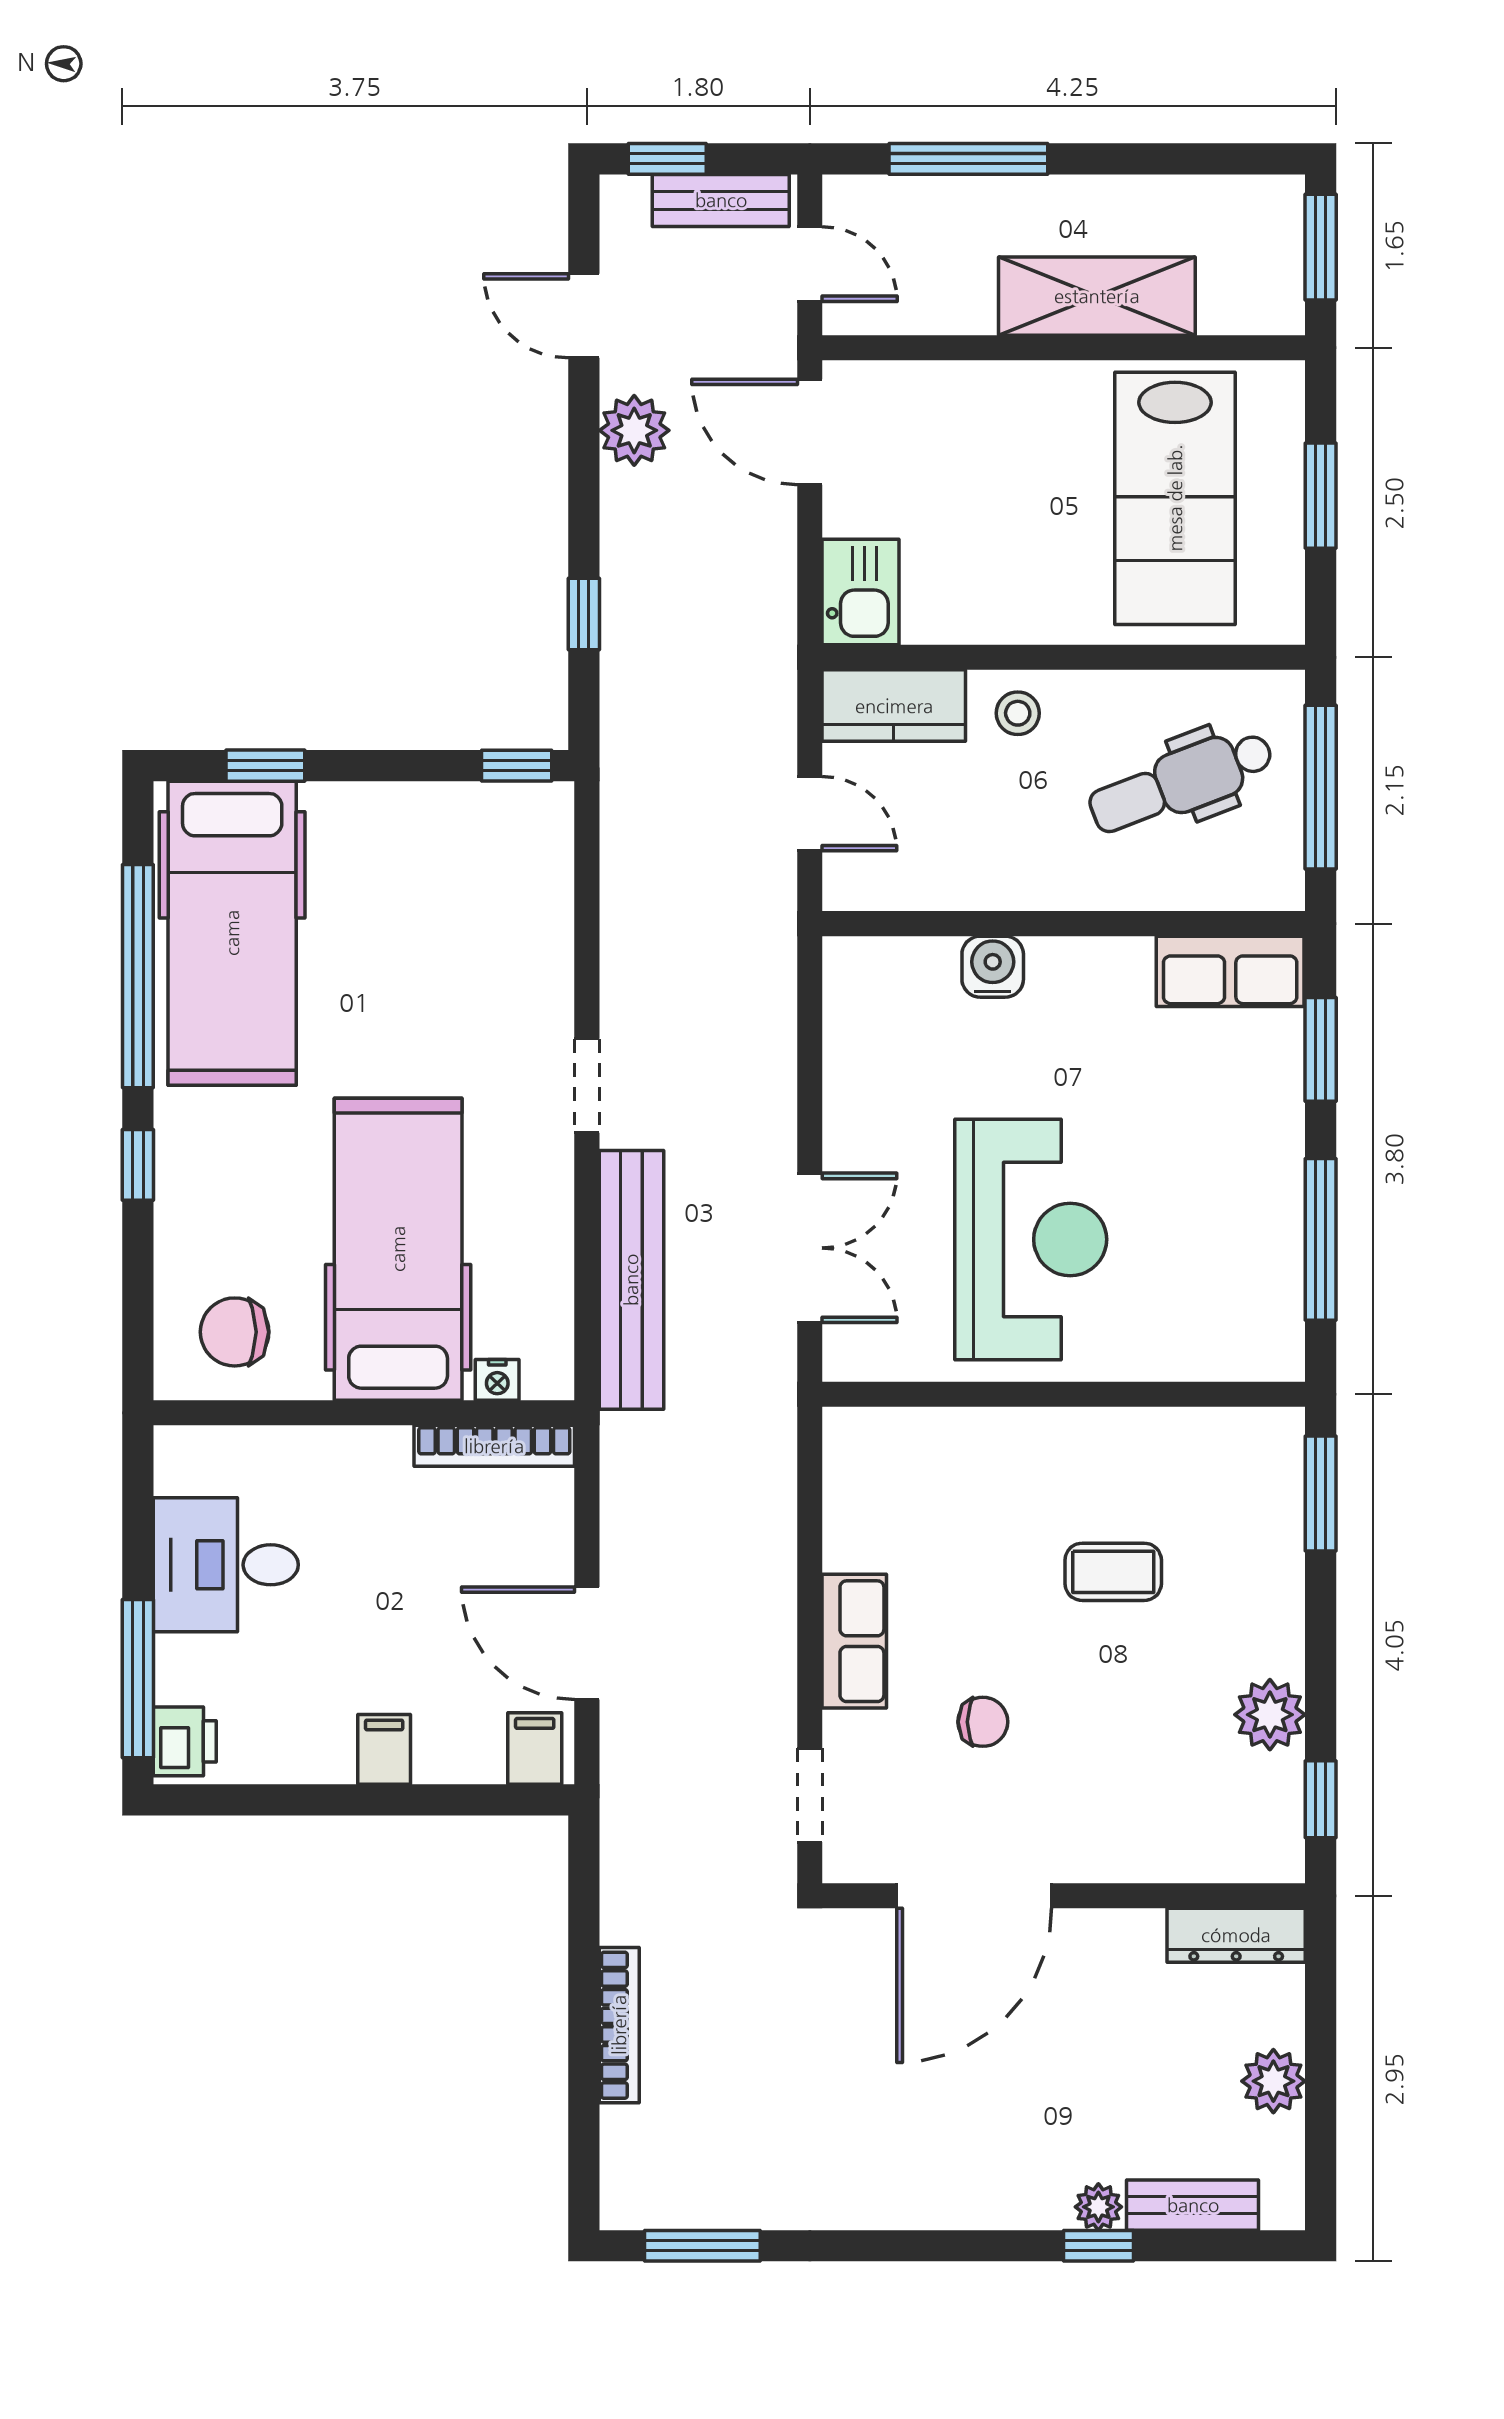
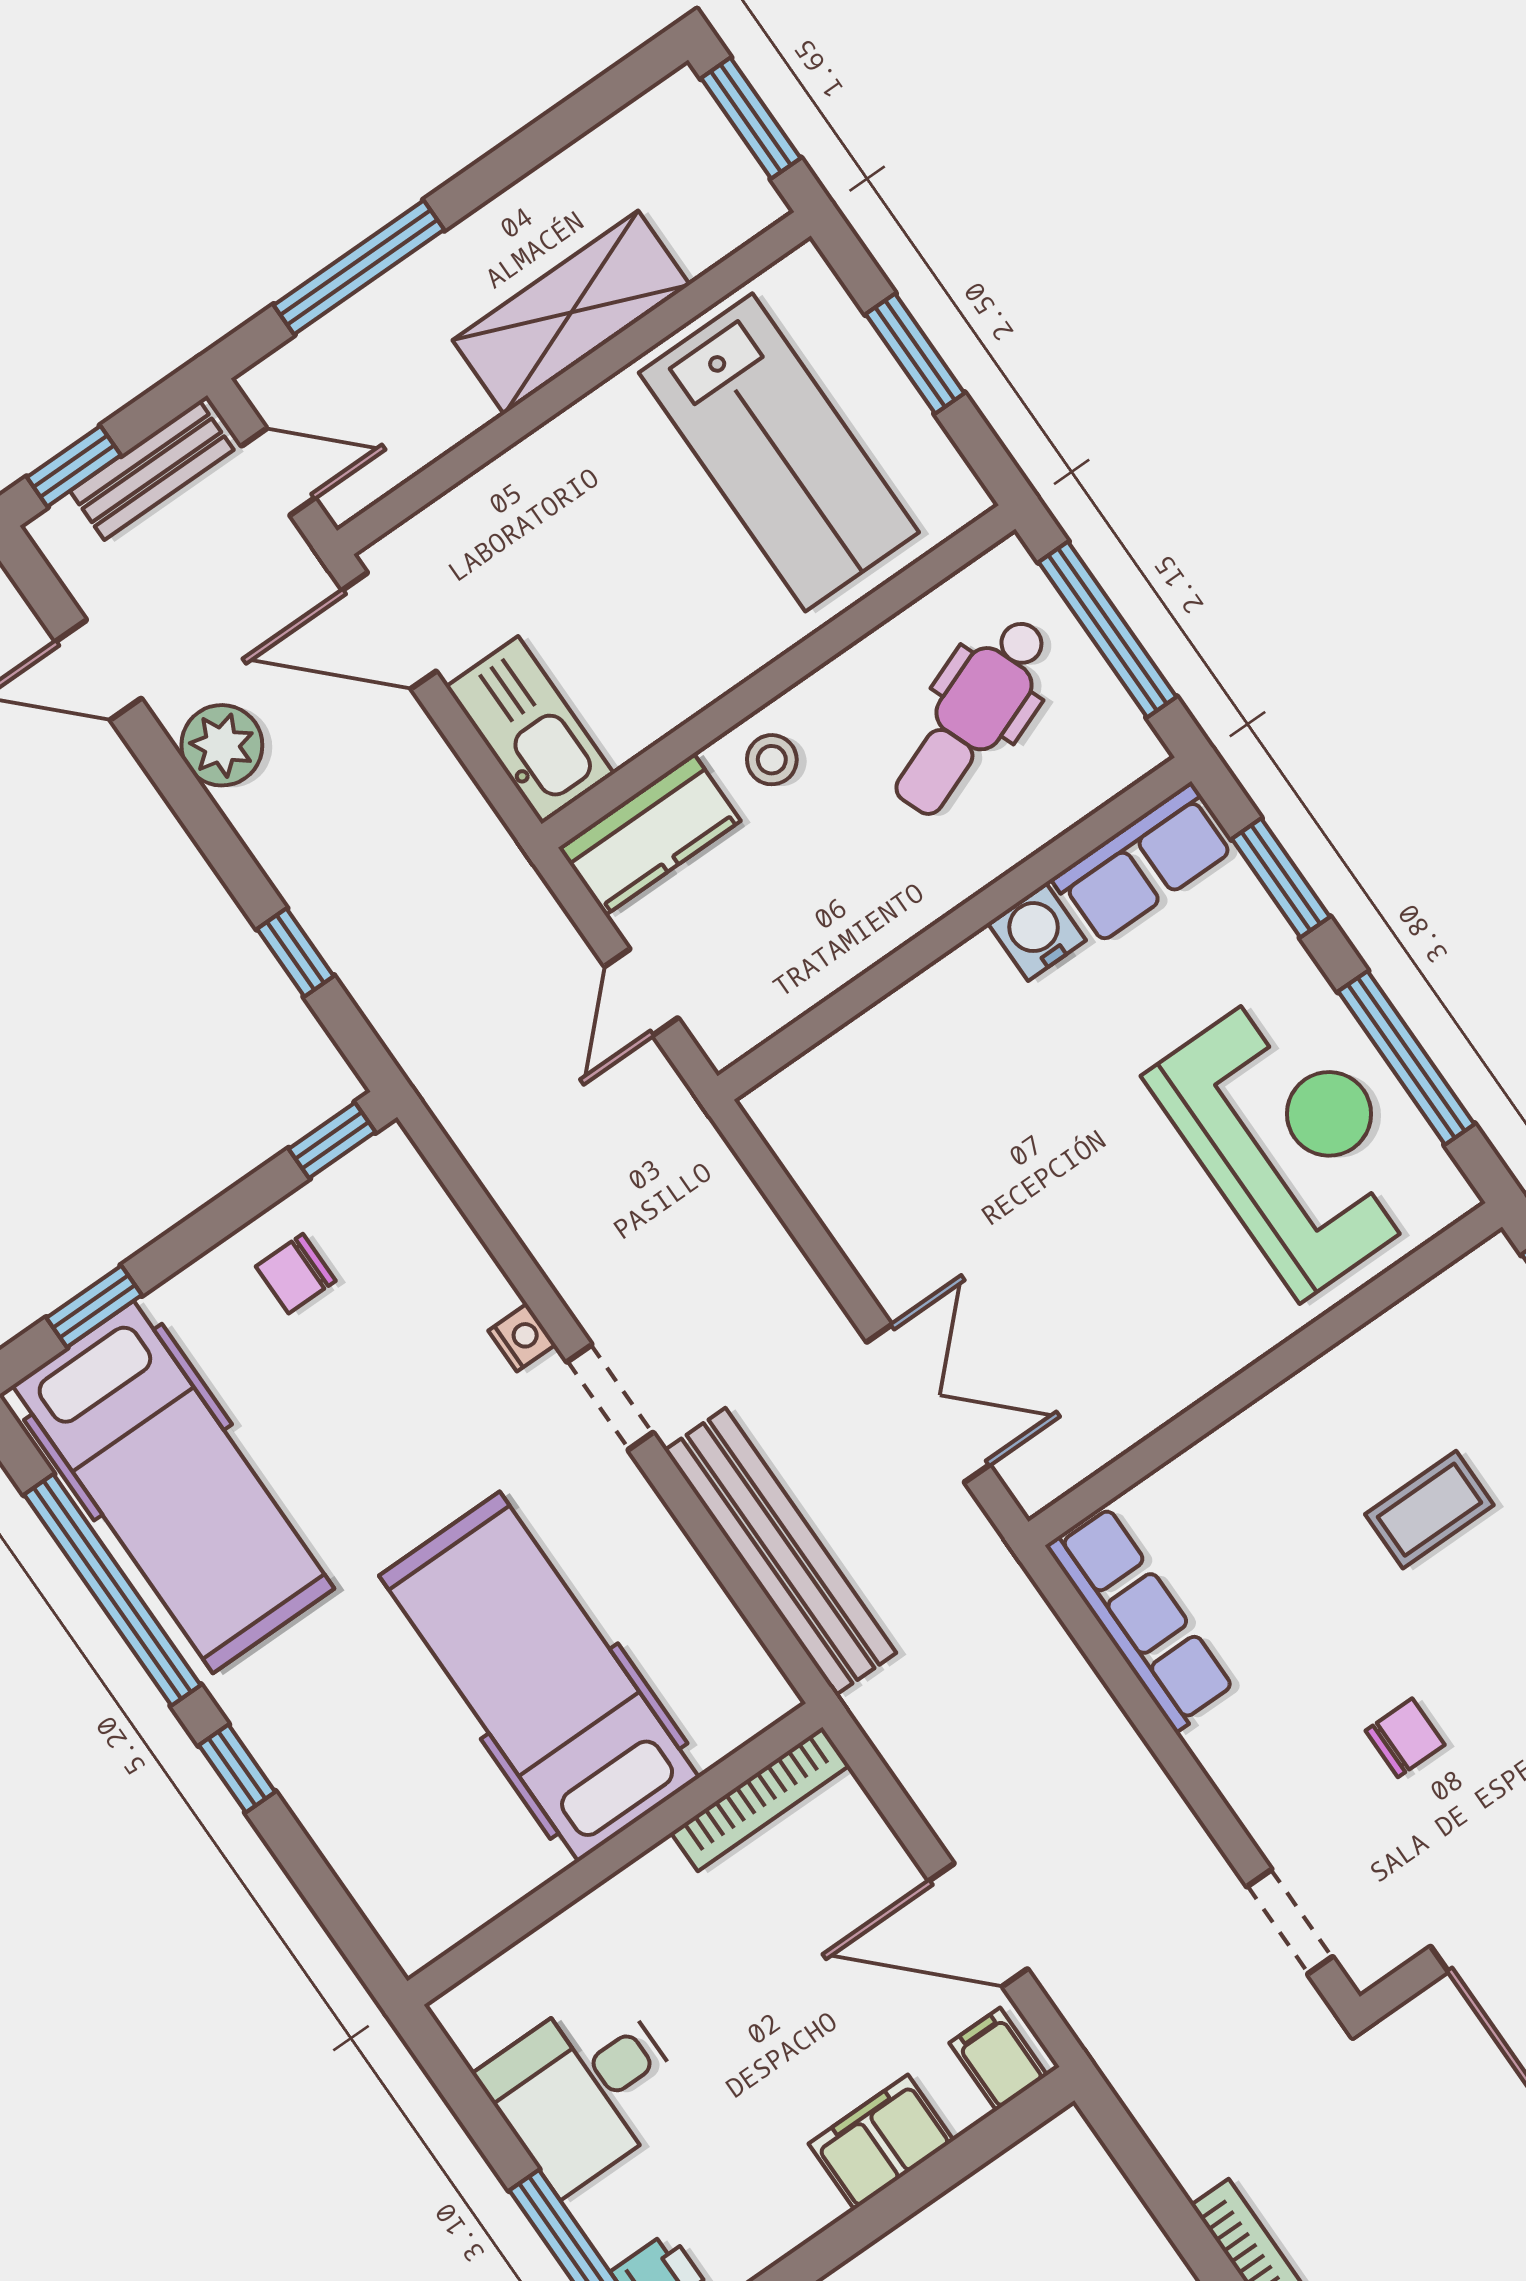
kitchen sink: (861, 592) -> (530, 730), width x1.38
door: (810, 814) -> (641, 992), swing flipped
water cooler: (993, 967) -> (1037, 932), moved
reception desk: (1031, 1239) -> (1292, 1140), moved
chair: (235, 1332) -> (296, 1274), moved, width x0.73, depth x0.73
nightstand: (497, 1380) -> (522, 1338), moved, turned -90
row of seats: (854, 1641) -> (1141, 1618), moved, width x1.48
filing cabinet: (384, 1749) -> (881, 2142), width x2.00

